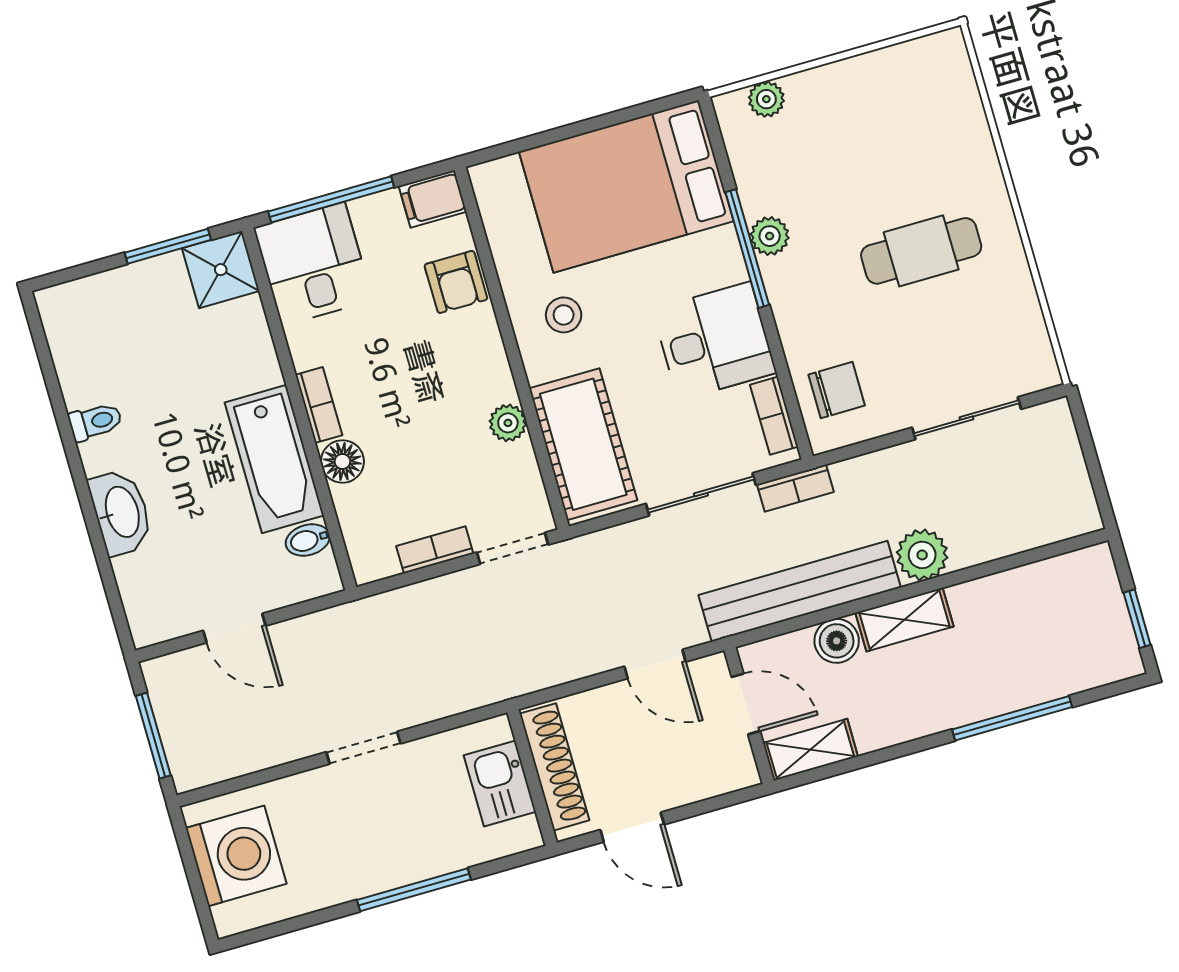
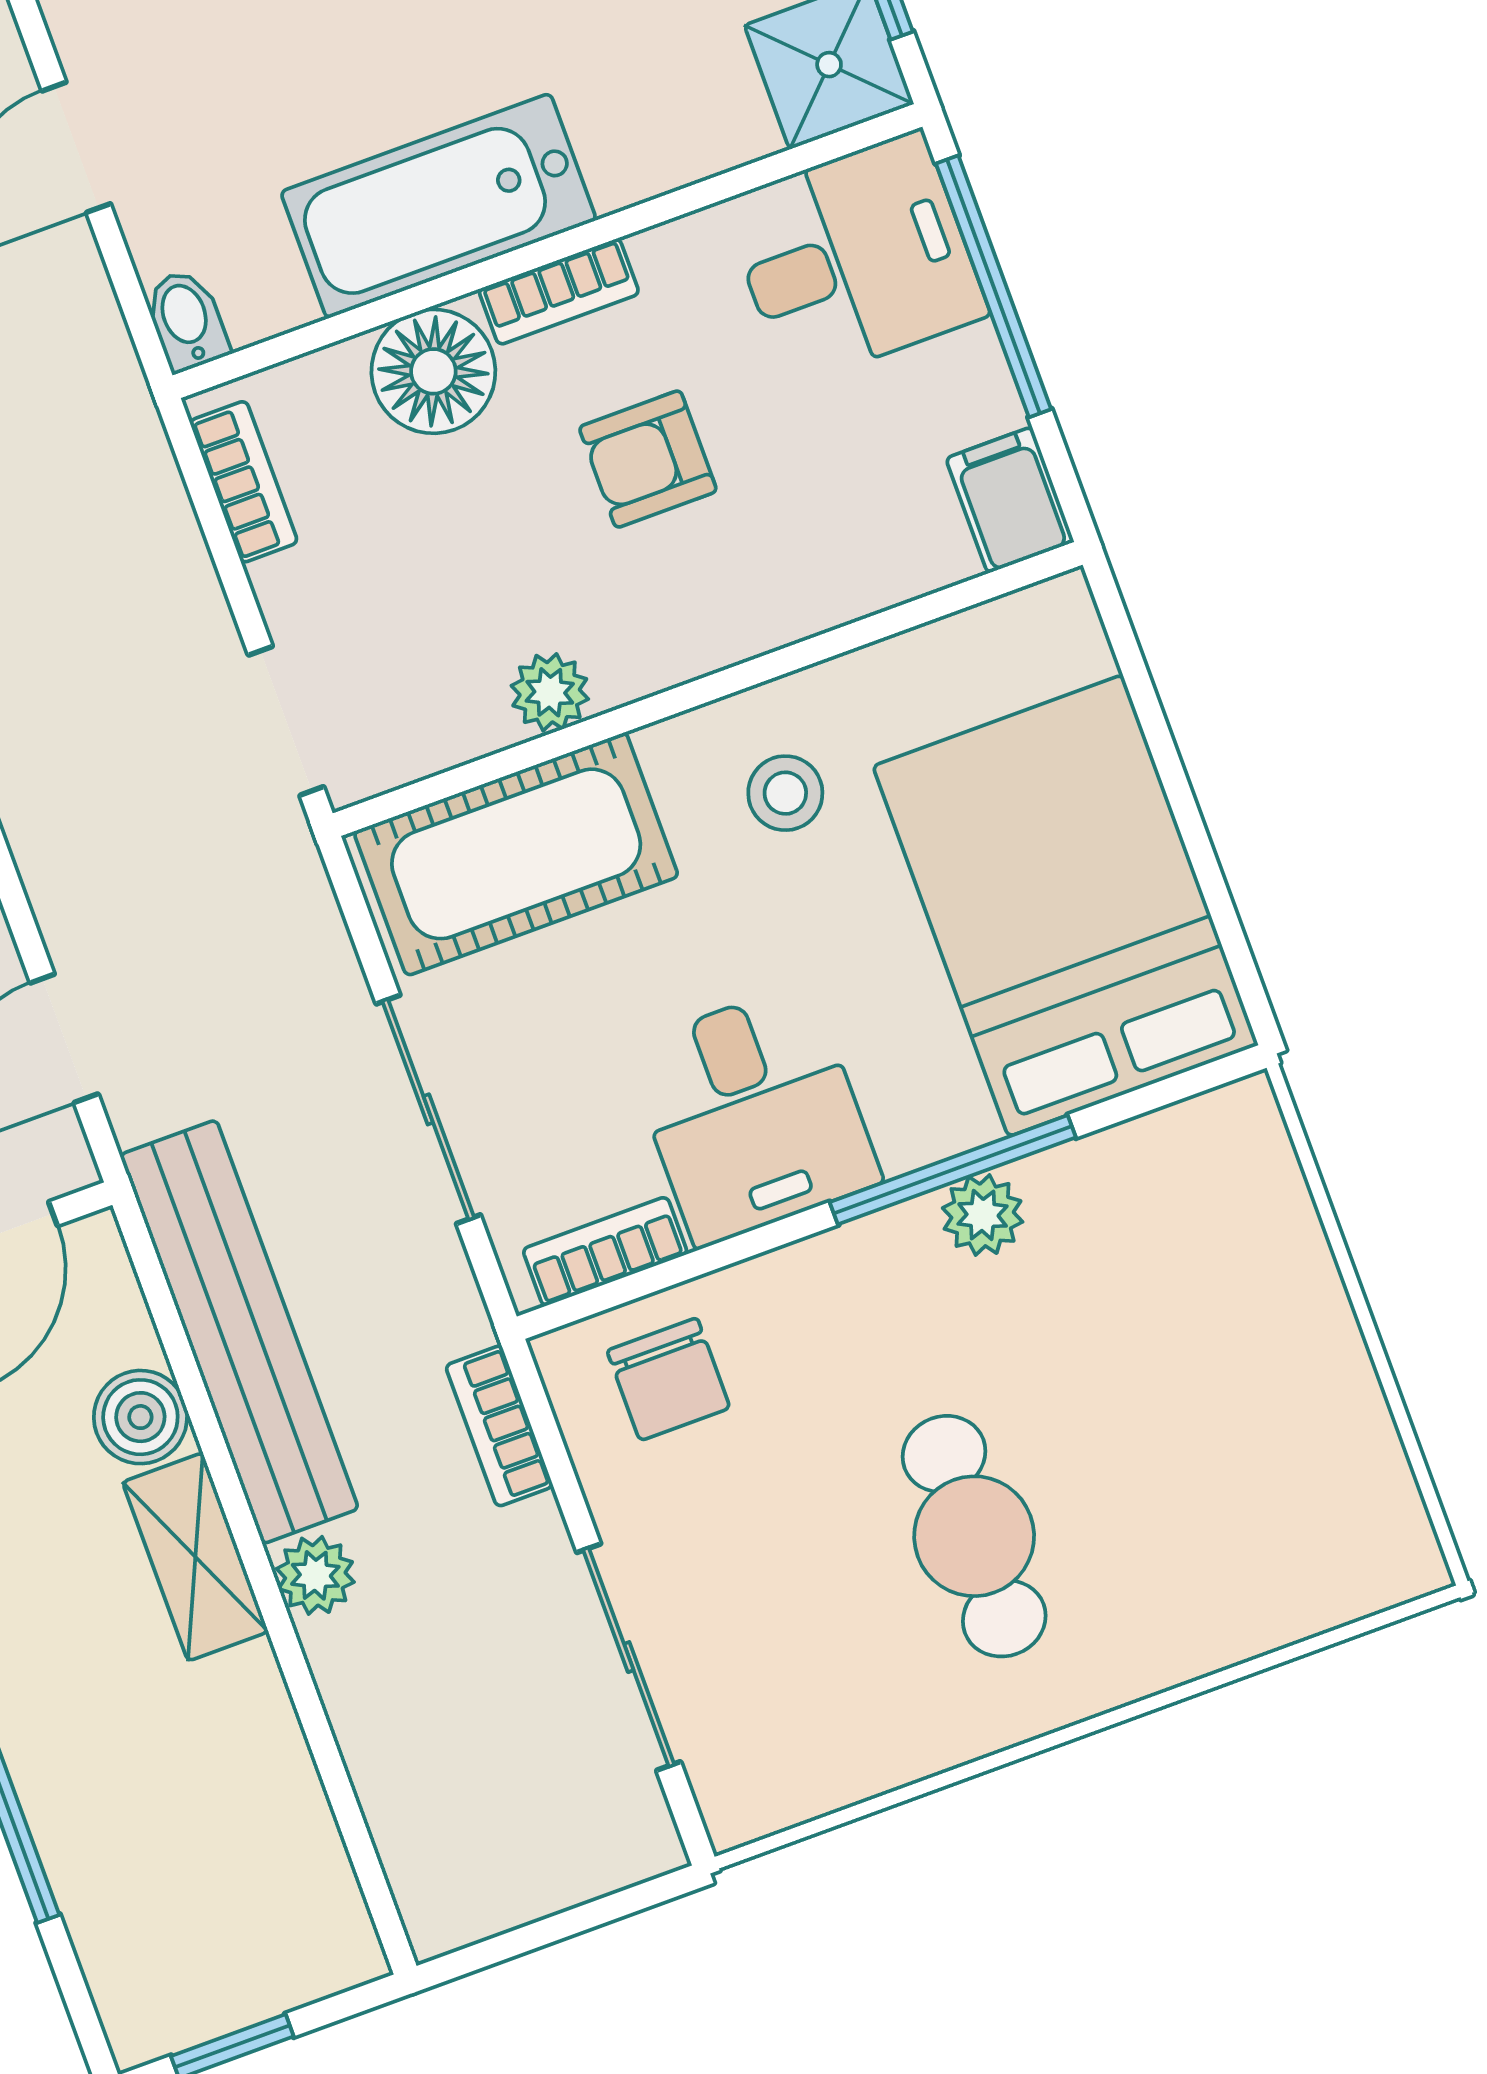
plant: (766, 99) -> (1270, 1187), removed
armchair: (456, 282) -> (648, 459), moved
floor lamp: (342, 462) -> (433, 371), width x1.38, depth x1.38
bookcase: (795, 488) -> (499, 1426), moved
bidet: (308, 540) -> (186, 320), moved
bookcase: (435, 550) -> (244, 482), moved
plant: (922, 555) -> (315, 1575), width x0.73, depth x0.73

